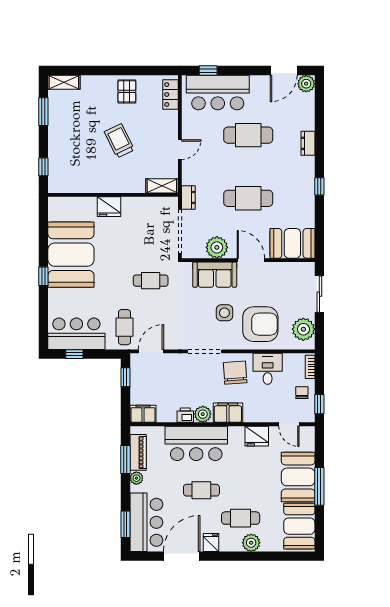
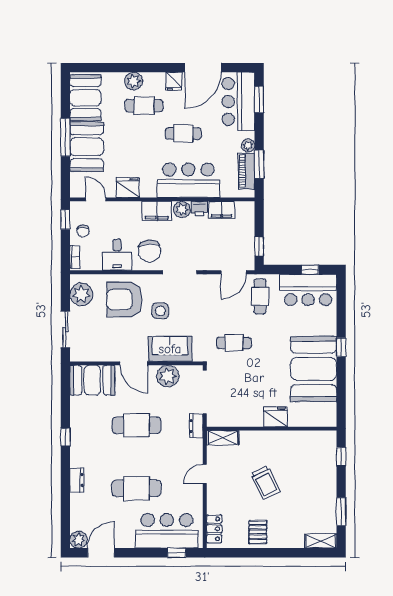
filing cabinet: (143, 414) -> (222, 210), moved

